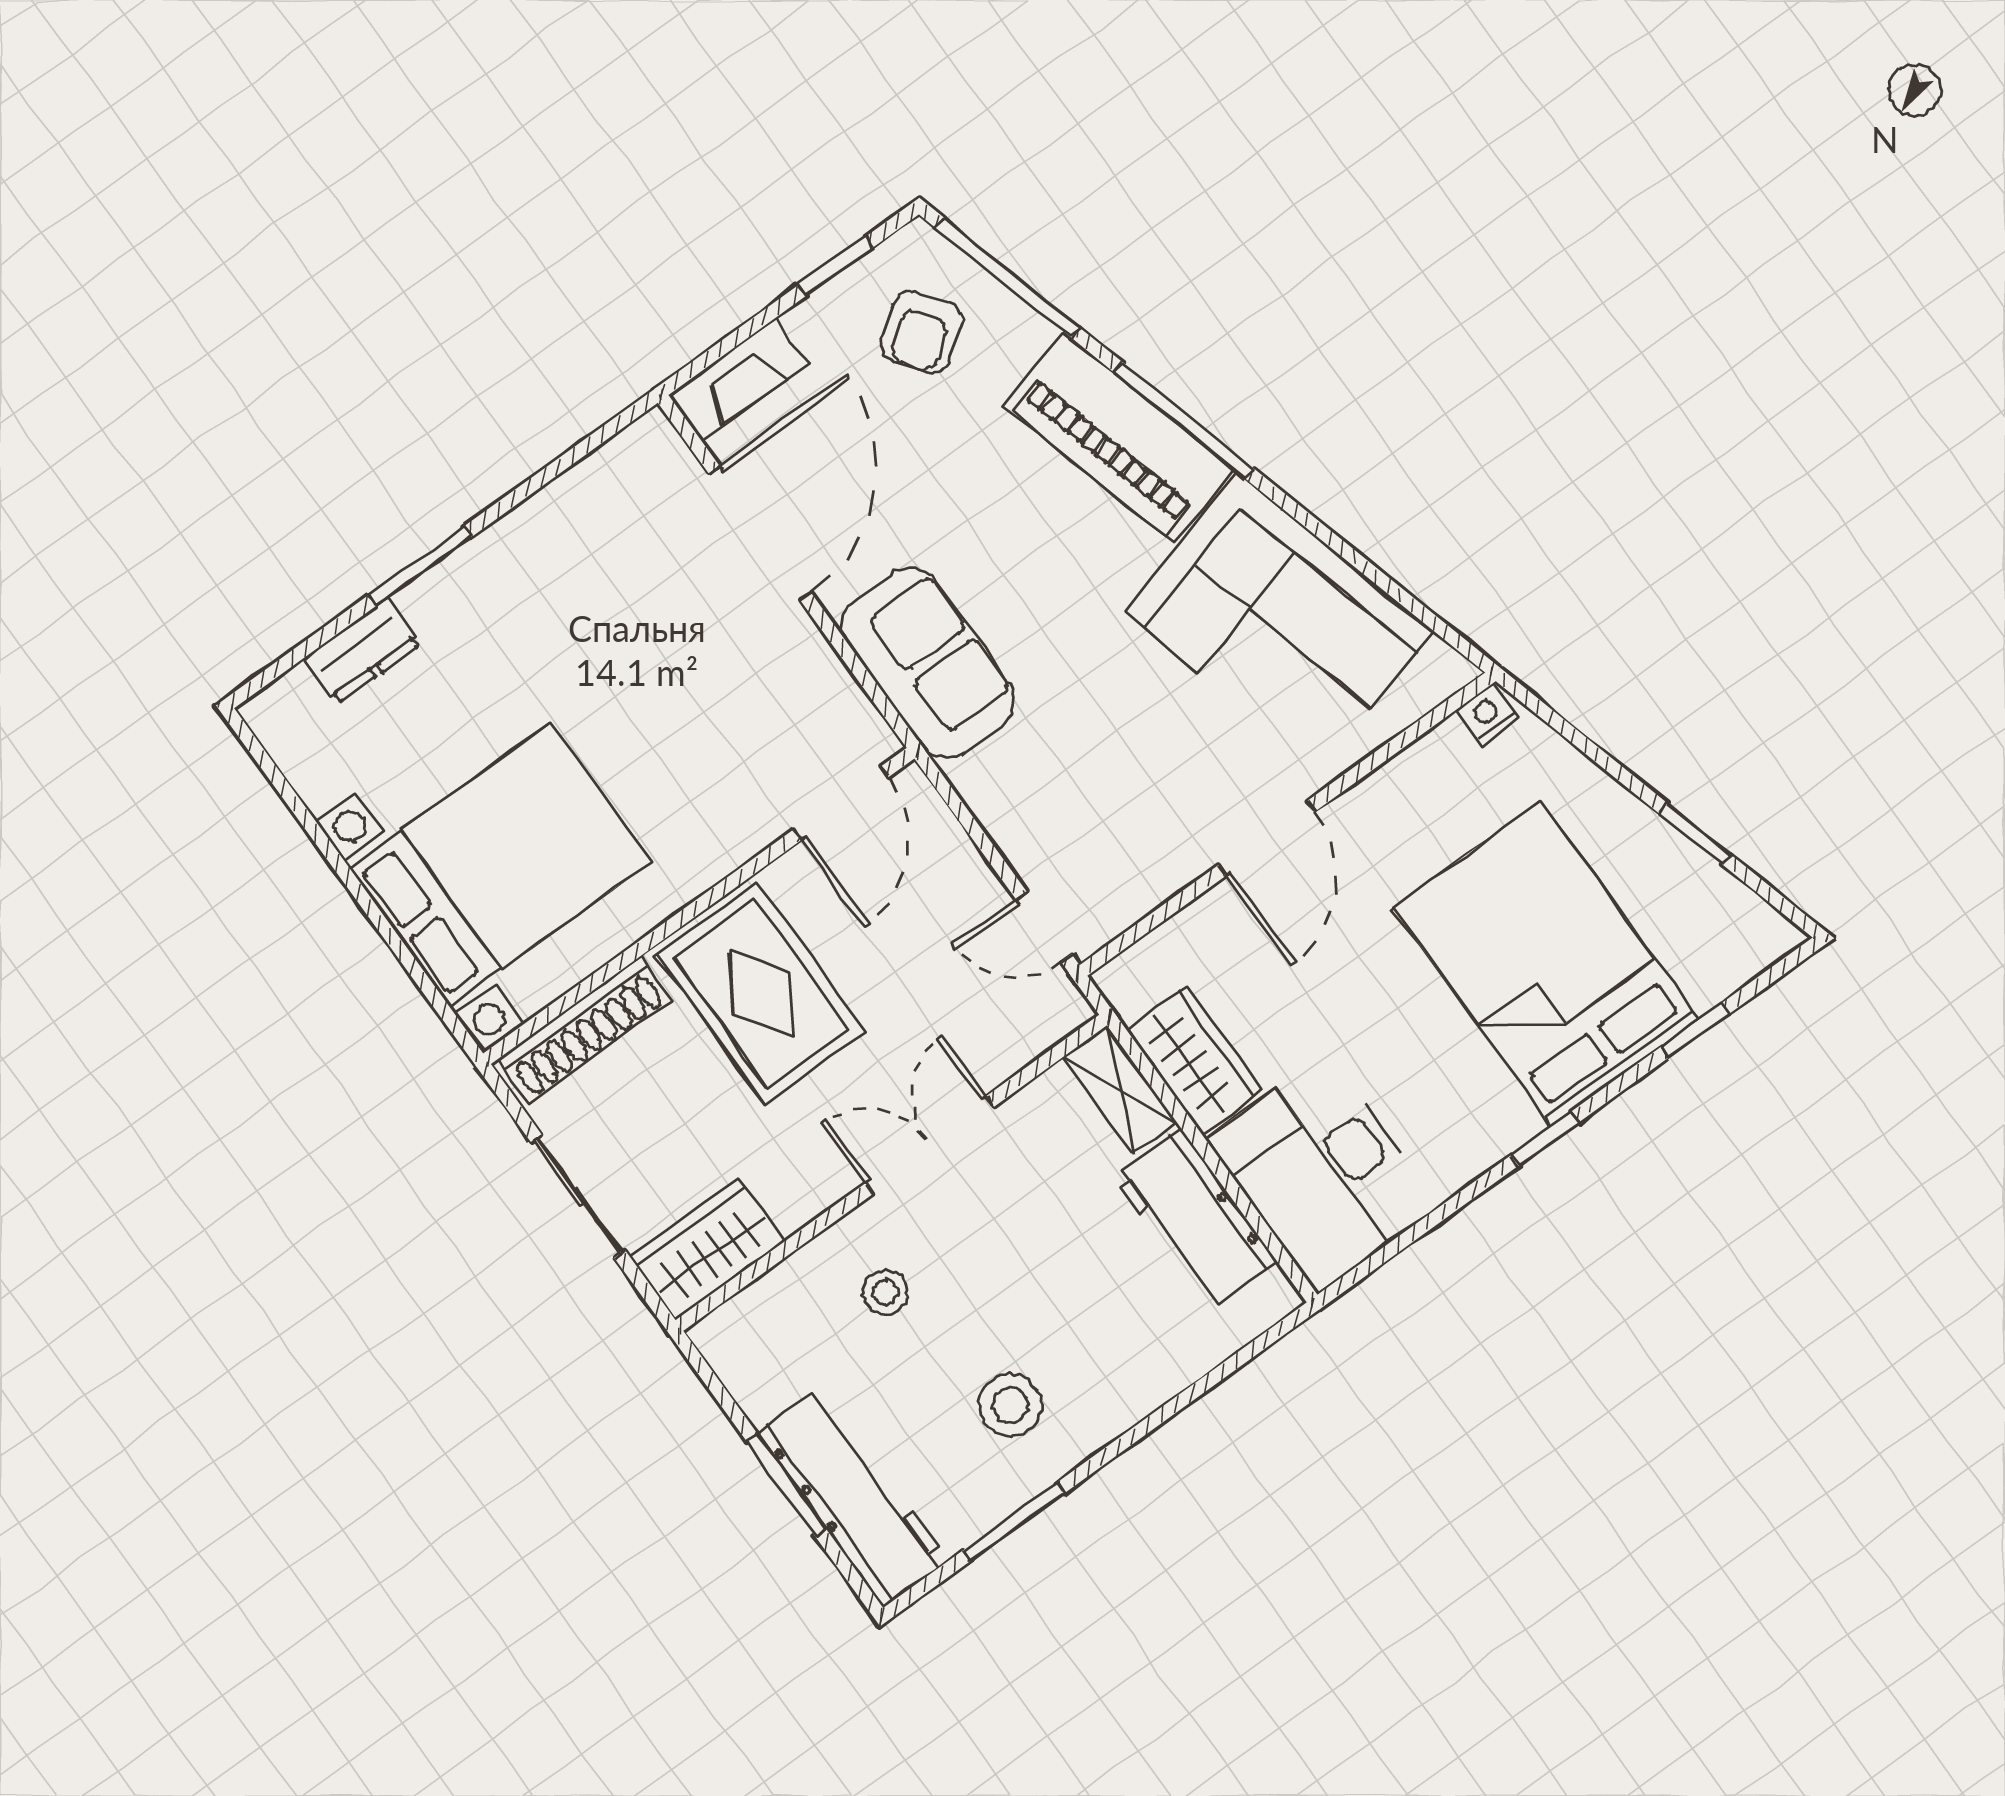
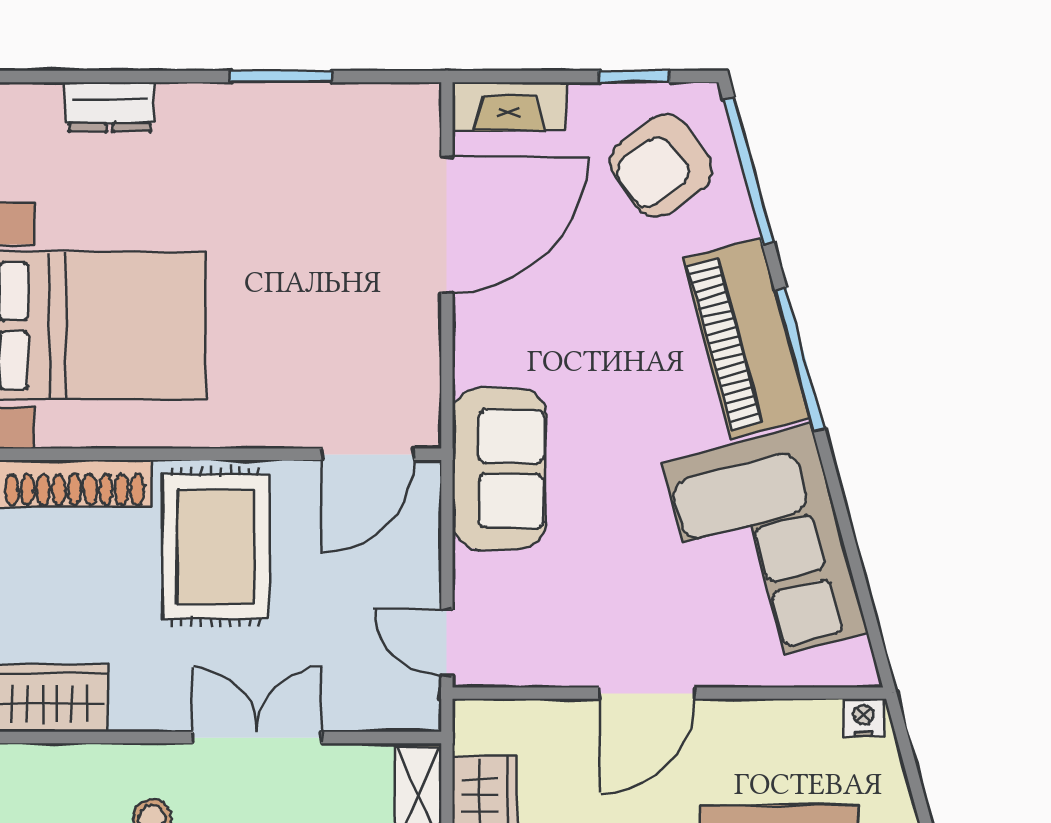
armchair: (922, 332) -> (661, 166), width x1.38, depth x1.38
window: (420, 566) -> (281, 77), moved
sofa: (928, 663) -> (499, 469), moved

